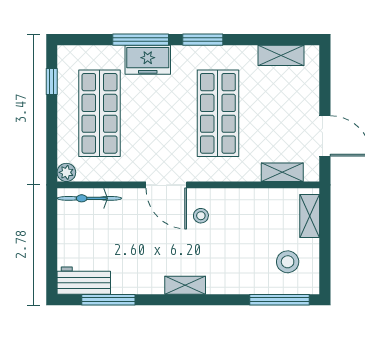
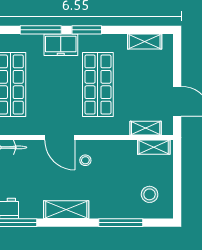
freezer: (148, 60) -> (61, 45), moved
shelving: (310, 216) -> (154, 147), moved, turned 90
shelving: (185, 285) -> (66, 210), width x1.50, depth x1.33
window: (279, 300) -> (121, 223), moved

